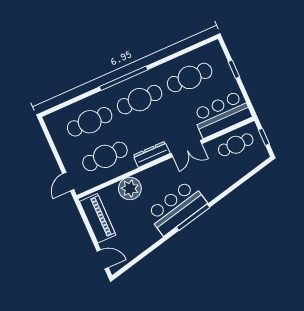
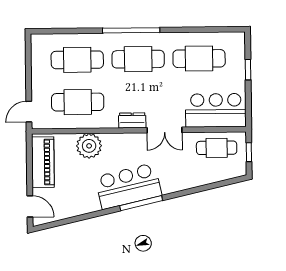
dresser: (152, 154) -> (132, 120), width x0.70

